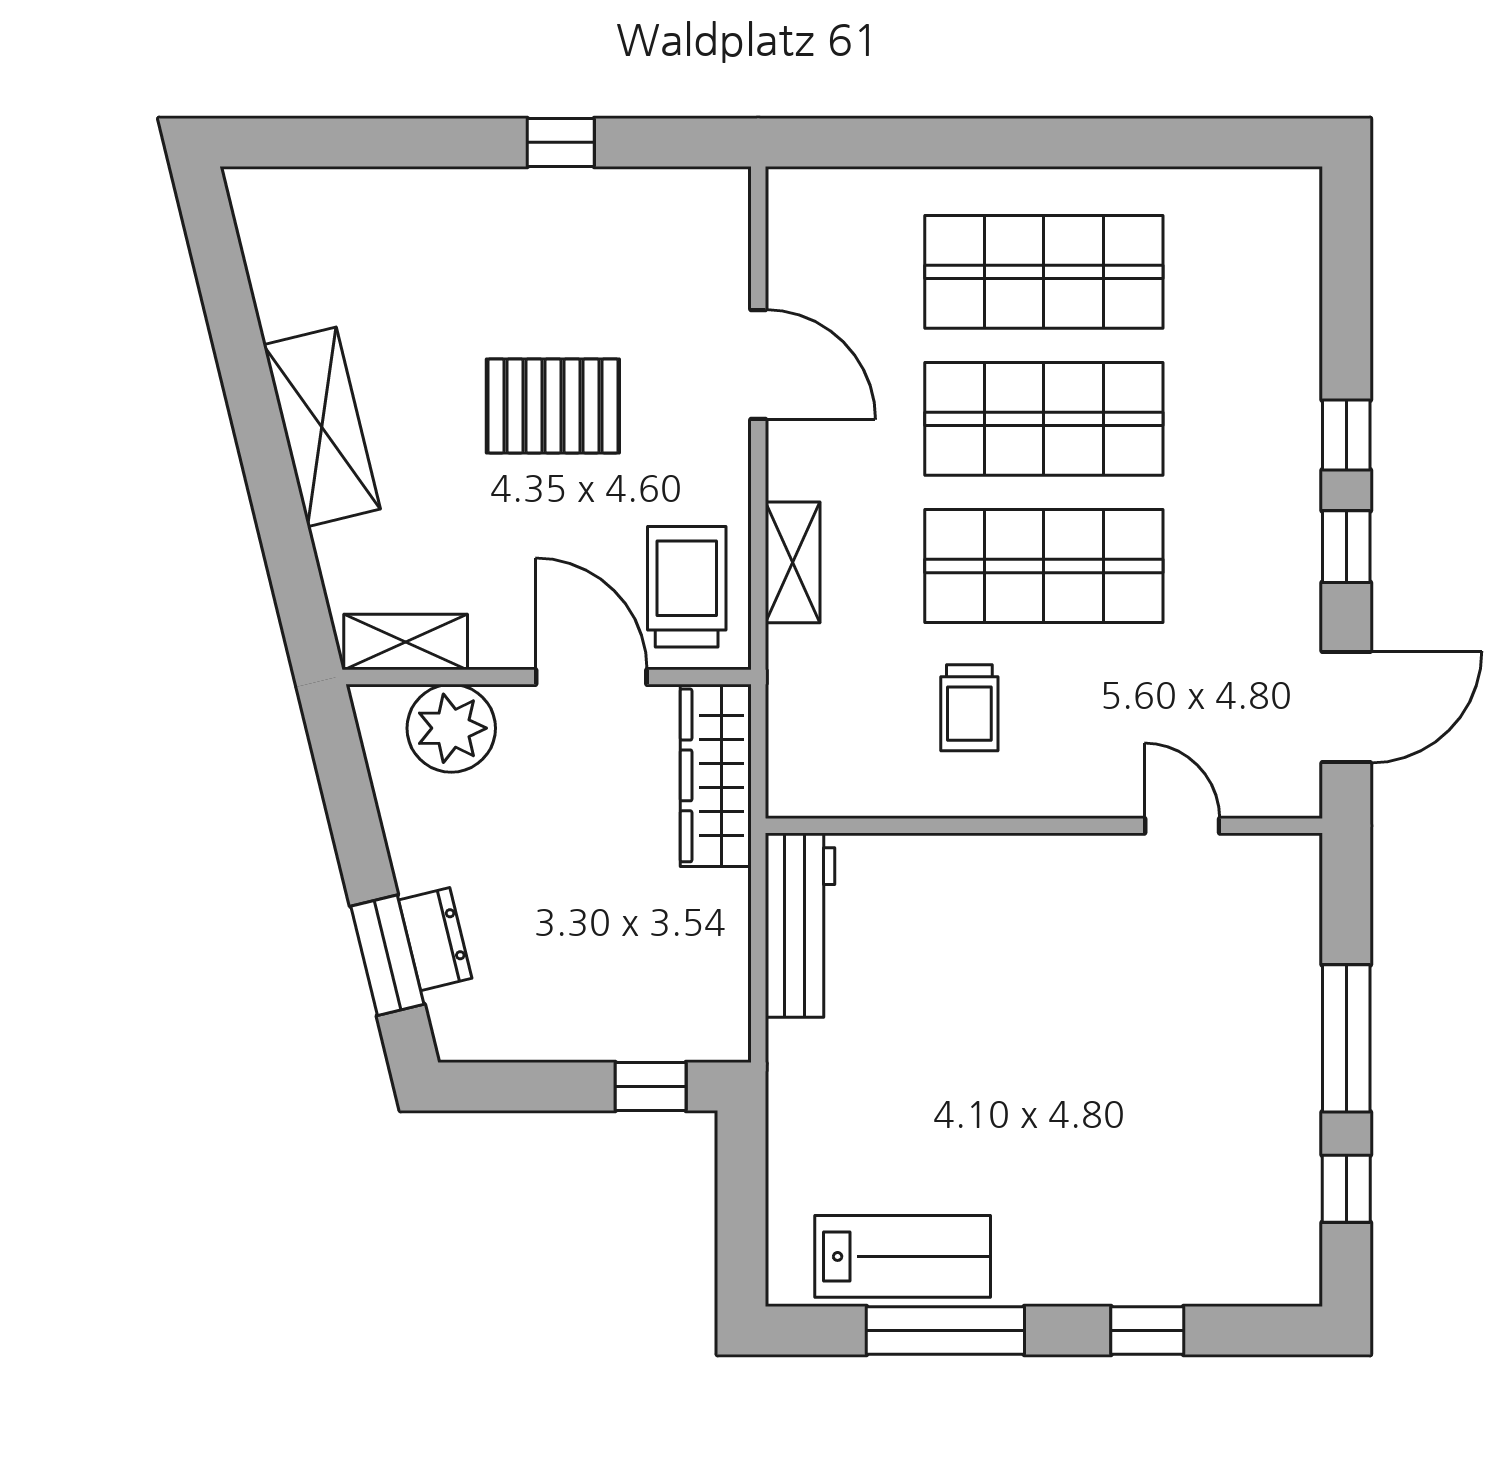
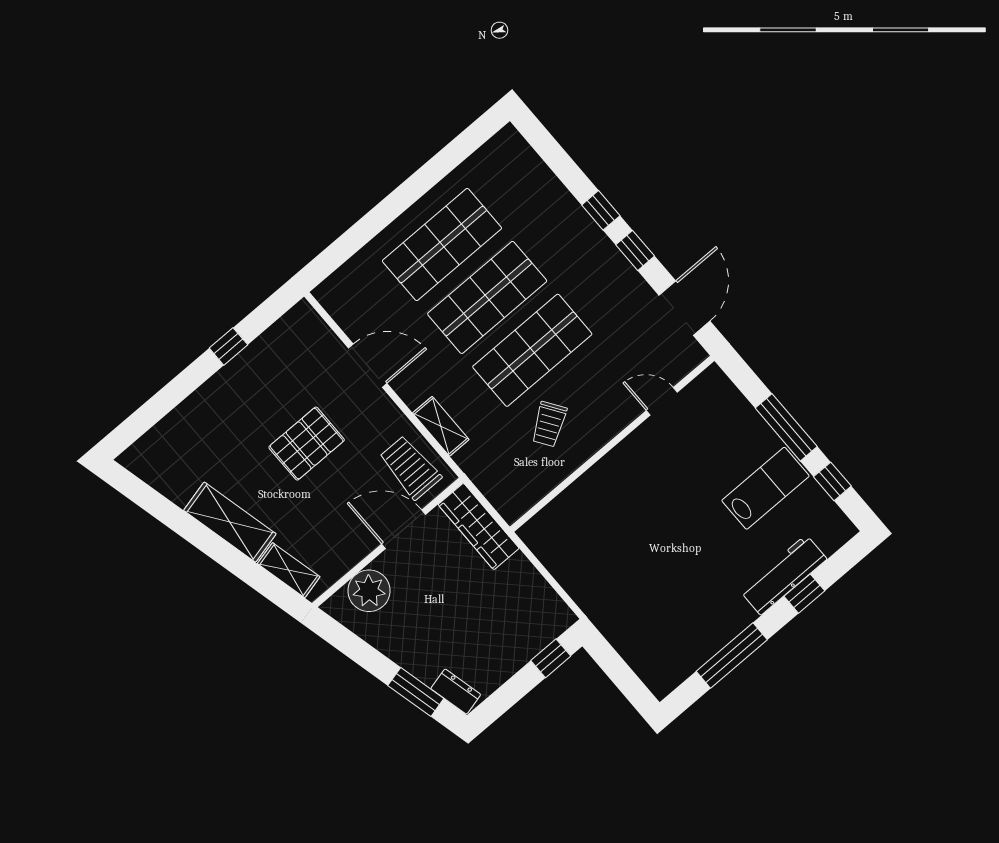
shelving: (406, 642) -> (289, 570), moved, turned 76
trolley: (969, 708) -> (549, 424), turned 56
workbench: (800, 925) -> (784, 575), moved, turned -90
dresser: (435, 939) -> (456, 692), moved
lab bench: (903, 1256) -> (765, 488), moved

